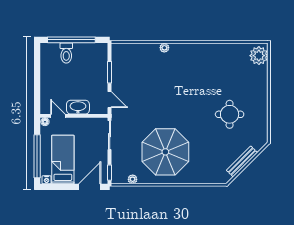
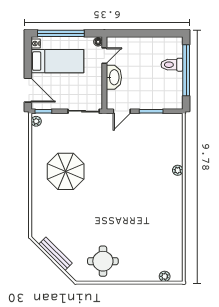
plant: (259, 56) -> (165, 276), width x0.53, depth x0.53
round table: (230, 114) -> (103, 261), moved
parasol: (165, 152) -> (66, 171), width x0.73, depth x0.73
plant: (133, 179) -> (36, 121), moved

